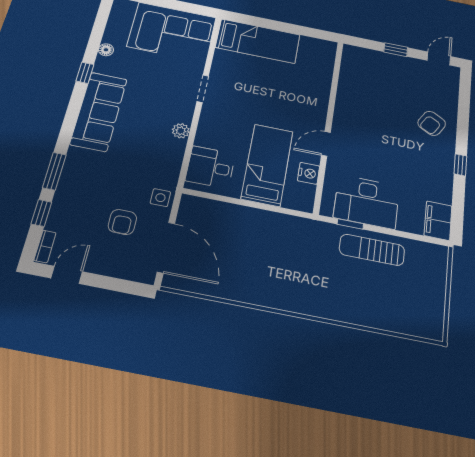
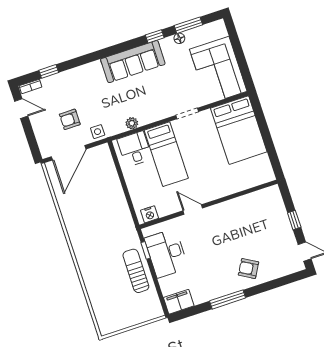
bed: (258, 41) -> (239, 130), width x1.50
plant: (181, 131) -> (132, 123), moved
bed: (267, 165) -> (166, 154), moved, turned 90
window: (460, 165) -> (228, 299), width x2.17
window: (54, 171) -> (188, 25), moved
nightstand: (309, 173) -> (150, 214), moved

